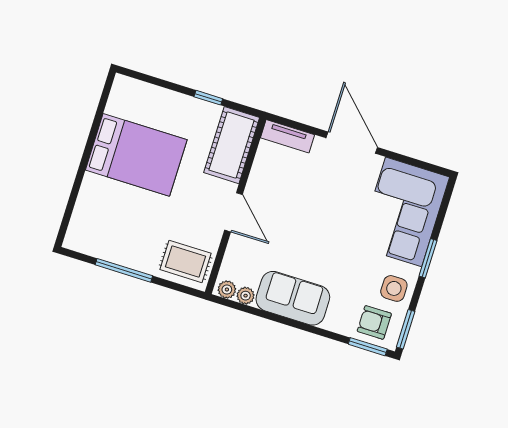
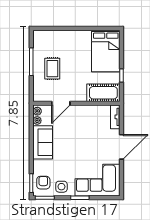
bed: (136, 155) -> (106, 51), moved
door: (233, 212) -> (61, 103), moved
rug: (186, 261) -> (52, 69), moved

